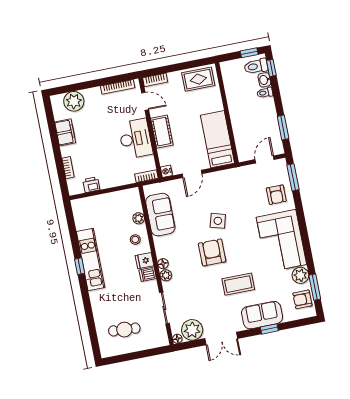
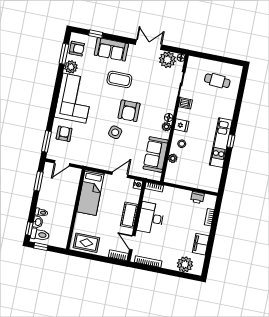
dishwasher: (148, 274) -> (185, 103), moved
plant: (166, 275) -> (166, 127), moved
window: (269, 329) -> (96, 34), moved

